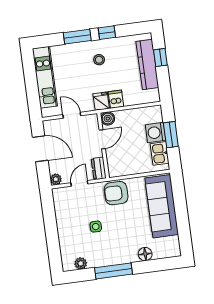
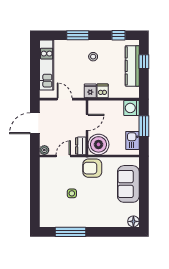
window: (107, 33) -> (118, 35), moved
boiler: (108, 119) -> (98, 144), moved, width x1.86, depth x1.86
washing machine: (156, 133) -> (131, 108), moved
door: (40, 149) -> (35, 123), swing flipped
sofa: (162, 206) -> (128, 184), width x0.73
floor lamp: (145, 254) -> (133, 221), moved
plant: (81, 263) -> (55, 222), removed
window: (113, 271) -> (70, 232), moved

